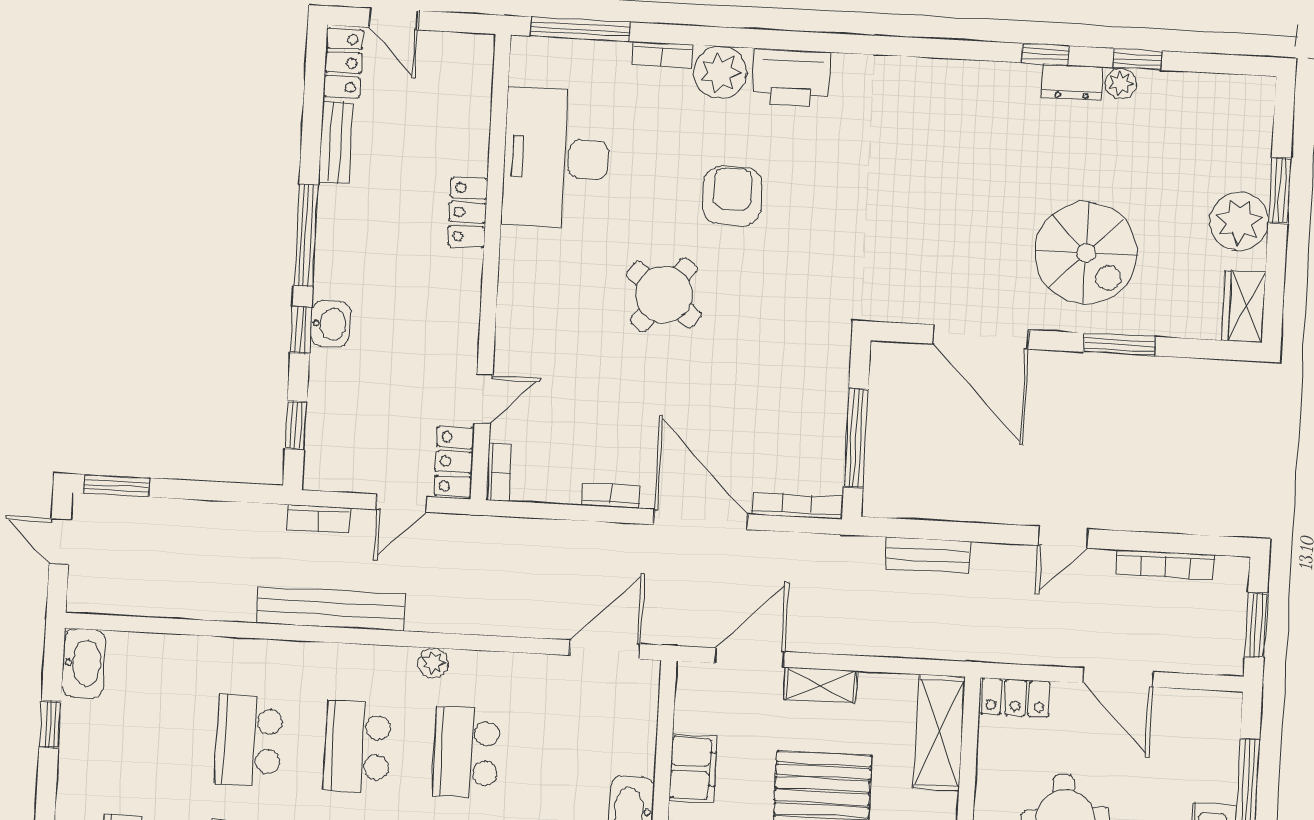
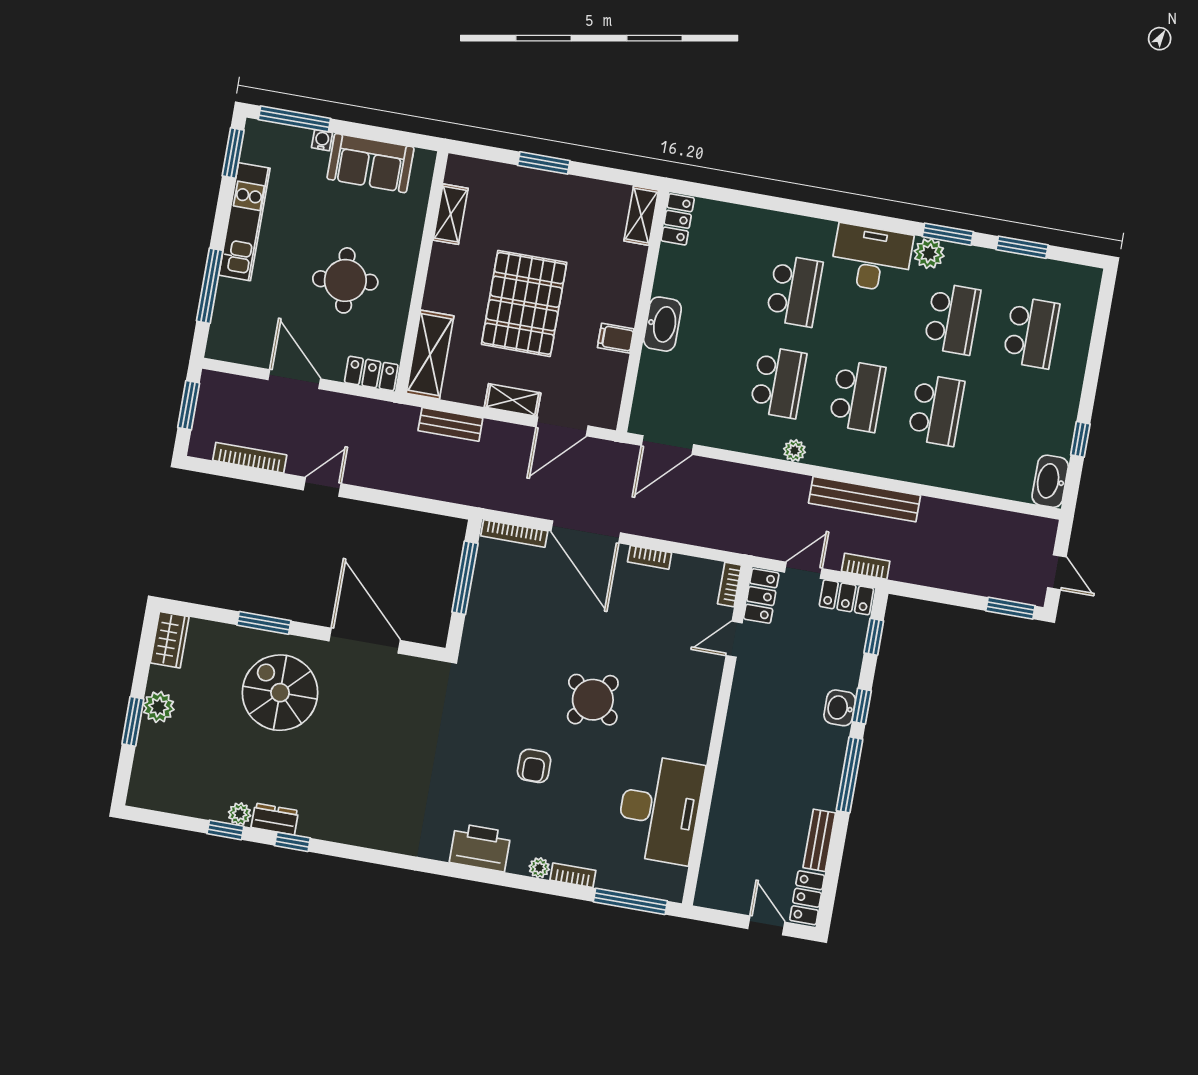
plant: (720, 72) -> (539, 868), width x0.53, depth x0.53
armchair: (732, 196) -> (534, 766), width x0.72, depth x0.72
locker: (468, 212) -> (846, 597), moved, turned 90
plant: (1239, 221) -> (159, 707), width x0.73, depth x0.73
bench: (928, 555) -> (450, 424), moved
filing cabinet: (693, 768) -> (616, 338), width x0.50

